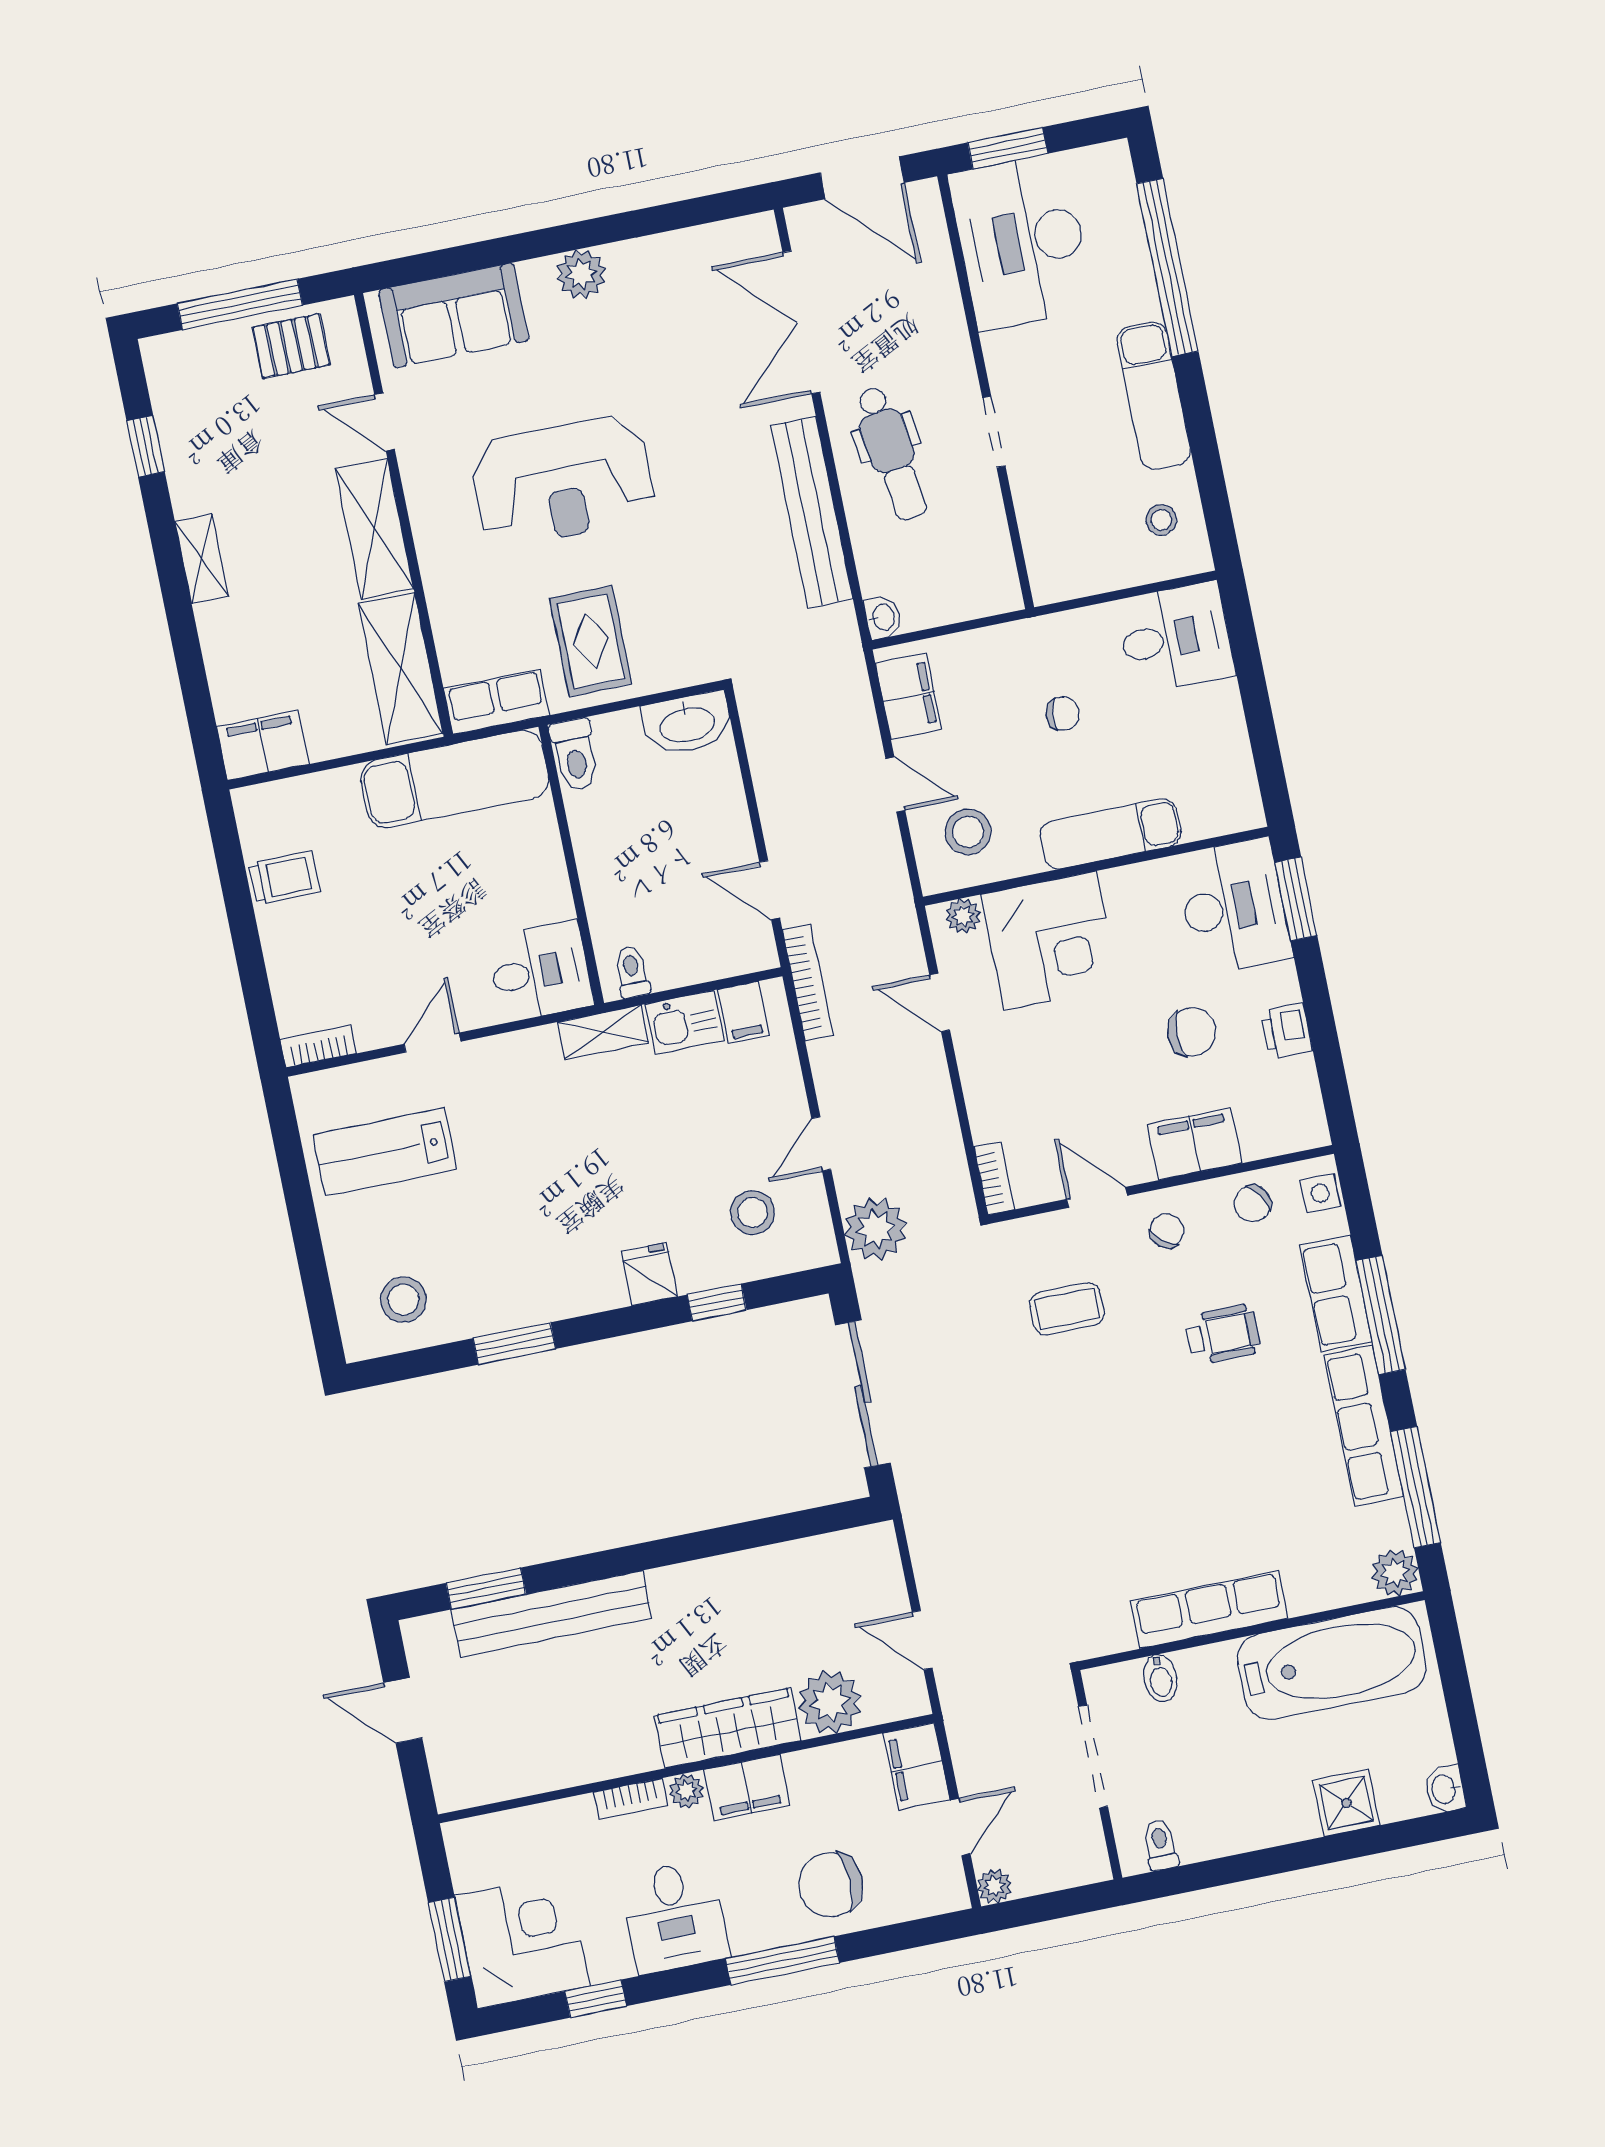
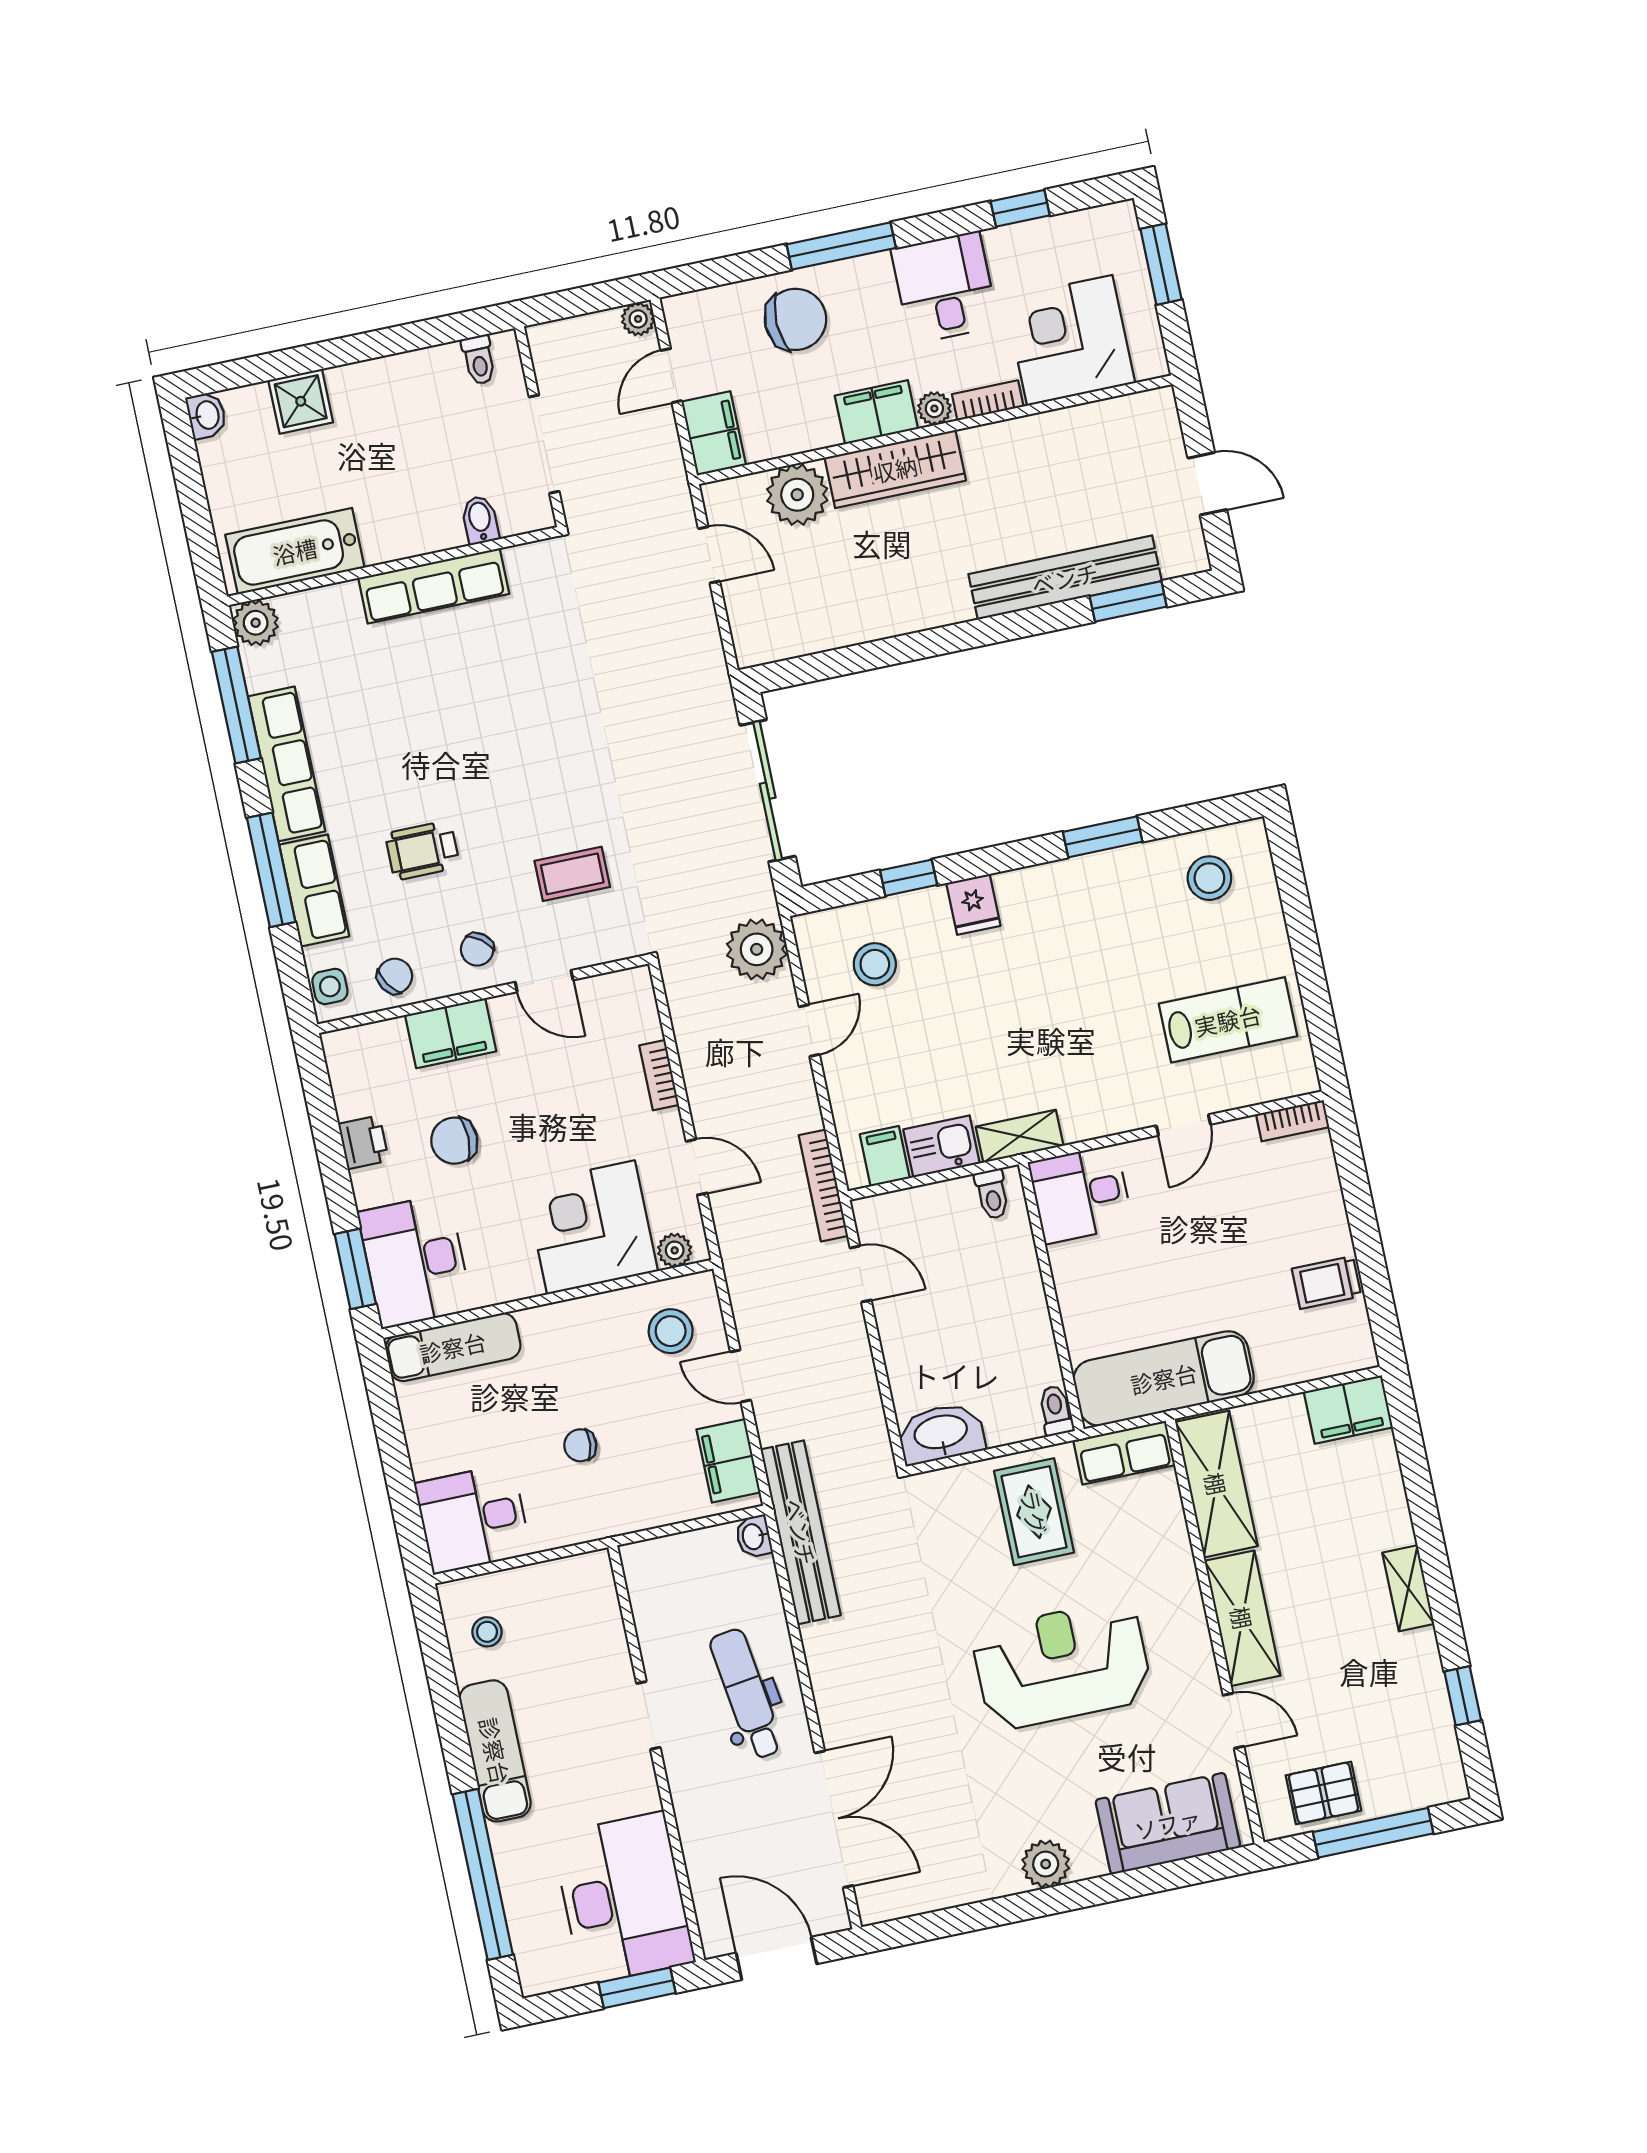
bench: (812, 512) -> (801, 1532), moved
toilet: (575, 755) -> (1056, 1411), width x0.73, depth x0.72
exam couch: (1110, 834) -> (453, 1347), moved
bookcase: (994, 1178) -> (659, 1075), moved
bathtub: (1332, 1663) -> (295, 551), width x0.73, depth x0.73
corner desk: (522, 1941) -> (1070, 340), moved, turned 90

